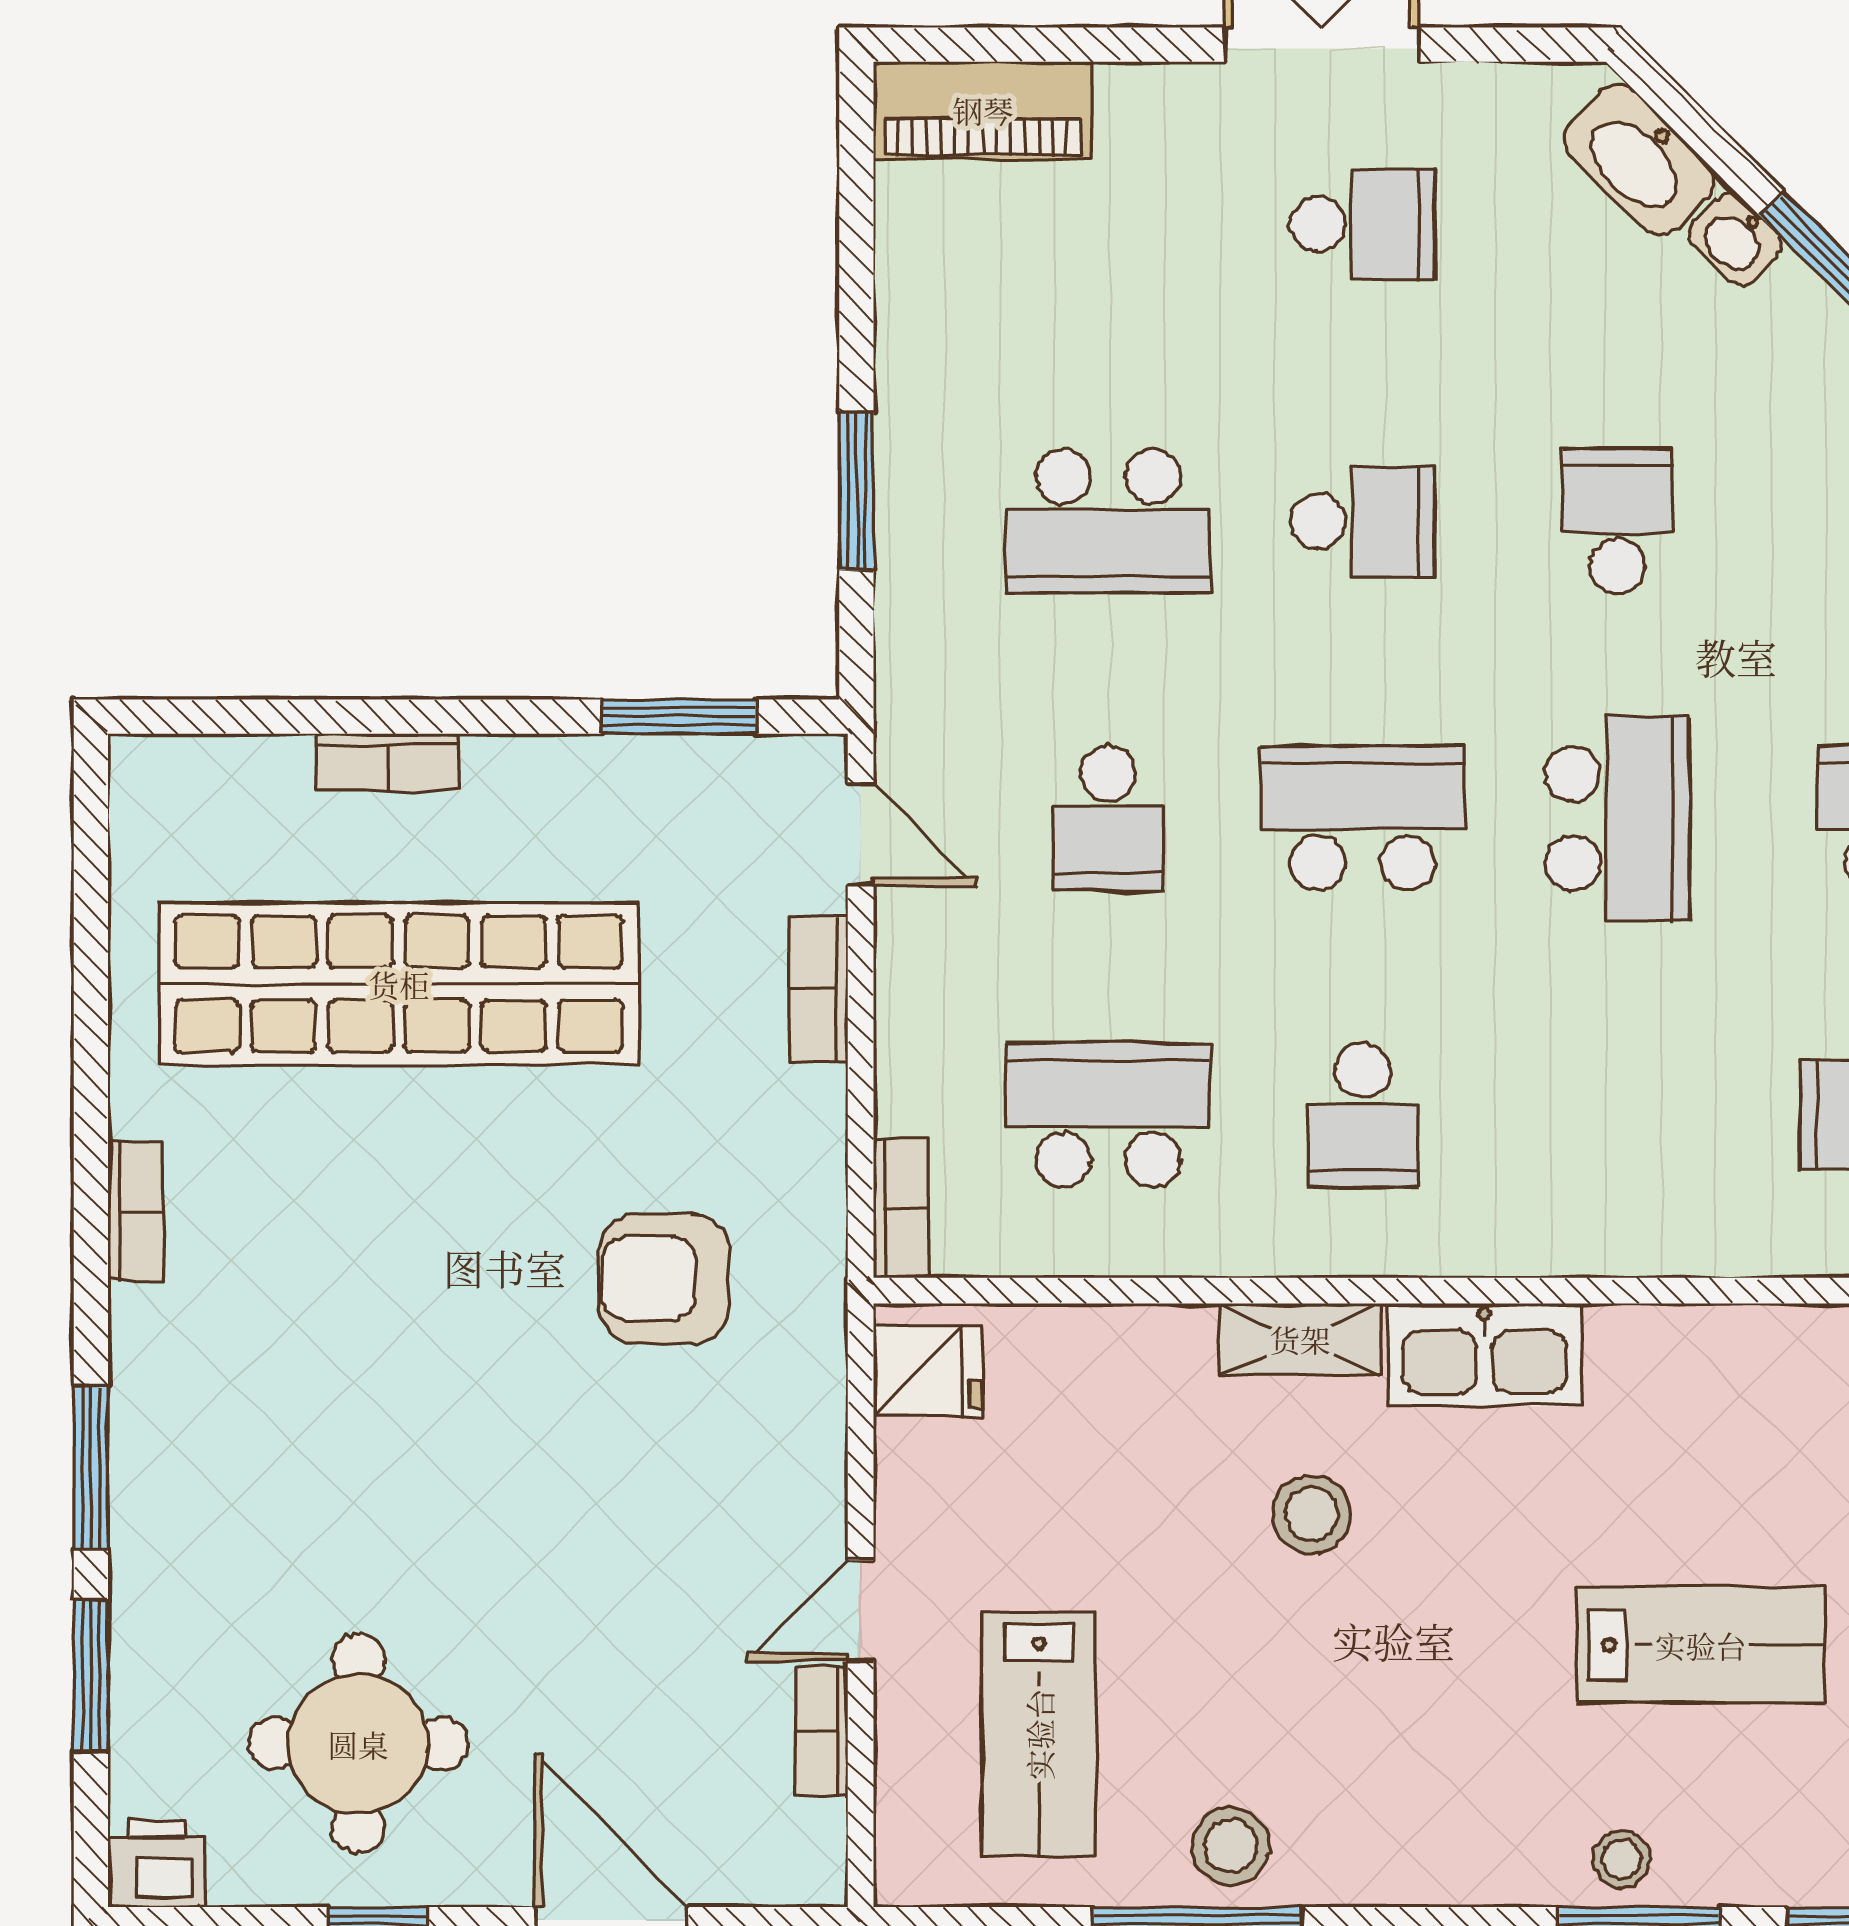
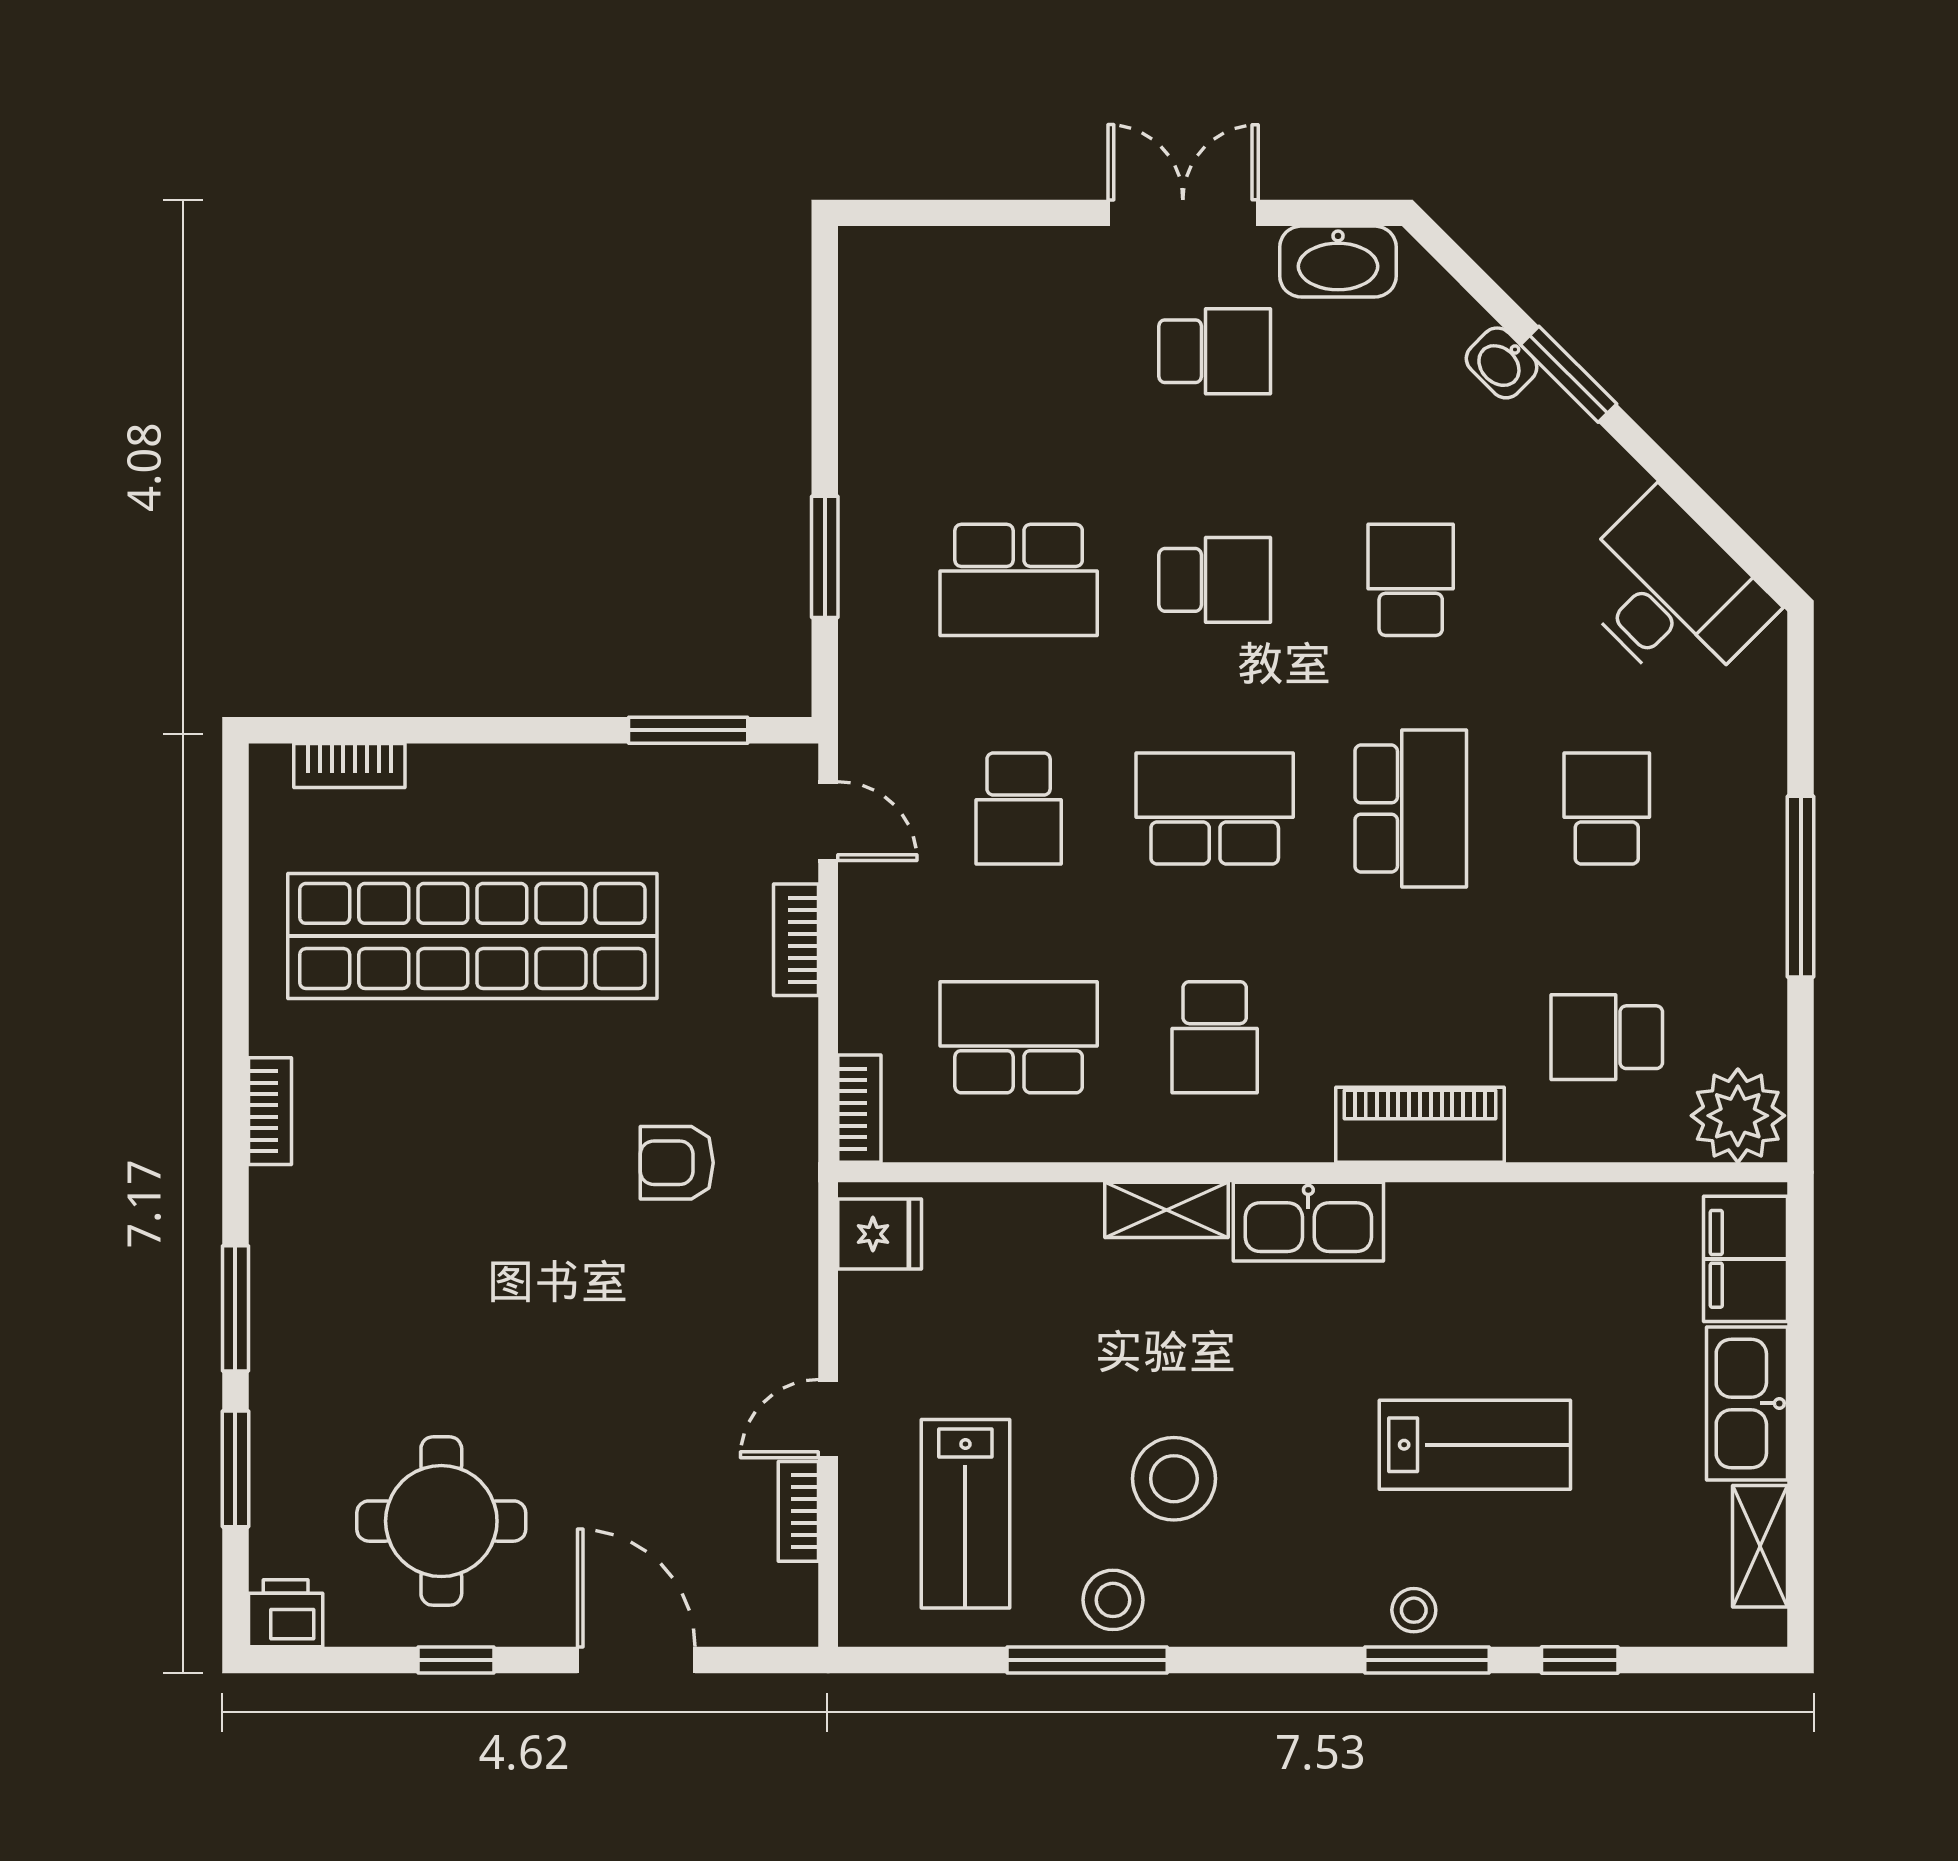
piano: (983, 110) -> (1420, 1125), moved, turned 180
washbasin: (1639, 160) -> (1338, 262), moved, turned -45
bookcase: (389, 762) -> (349, 766), moved
armchair: (664, 1278) -> (677, 1163), width x0.72, depth x0.72
stool: (1311, 1514) -> (1174, 1479), moved, width x1.38, depth x1.38

